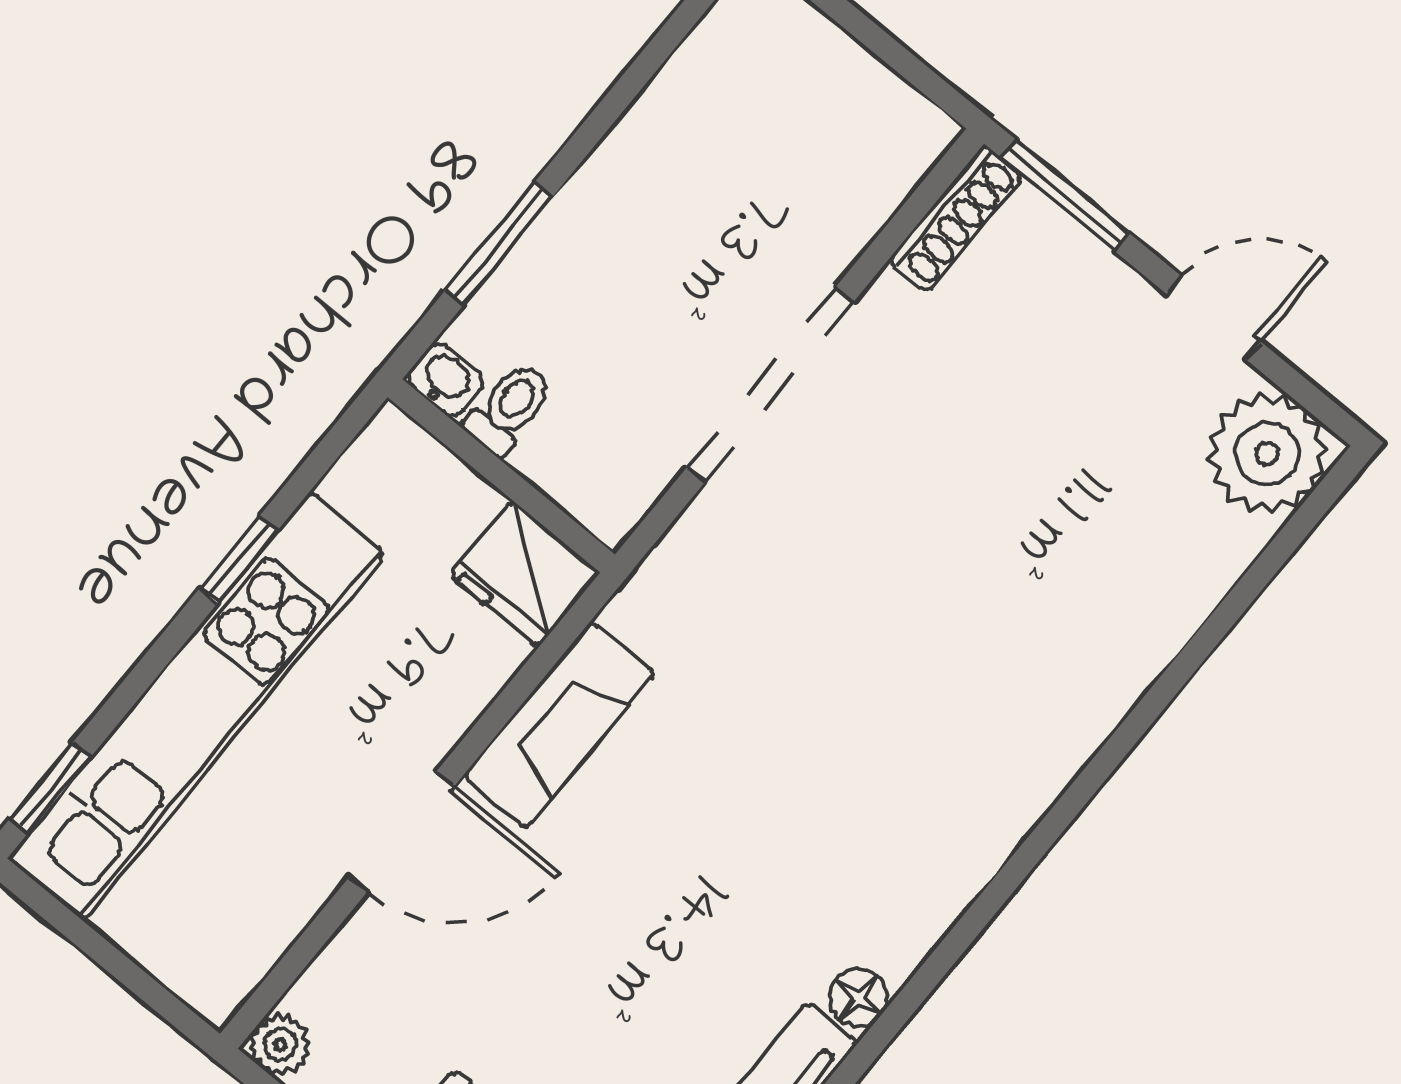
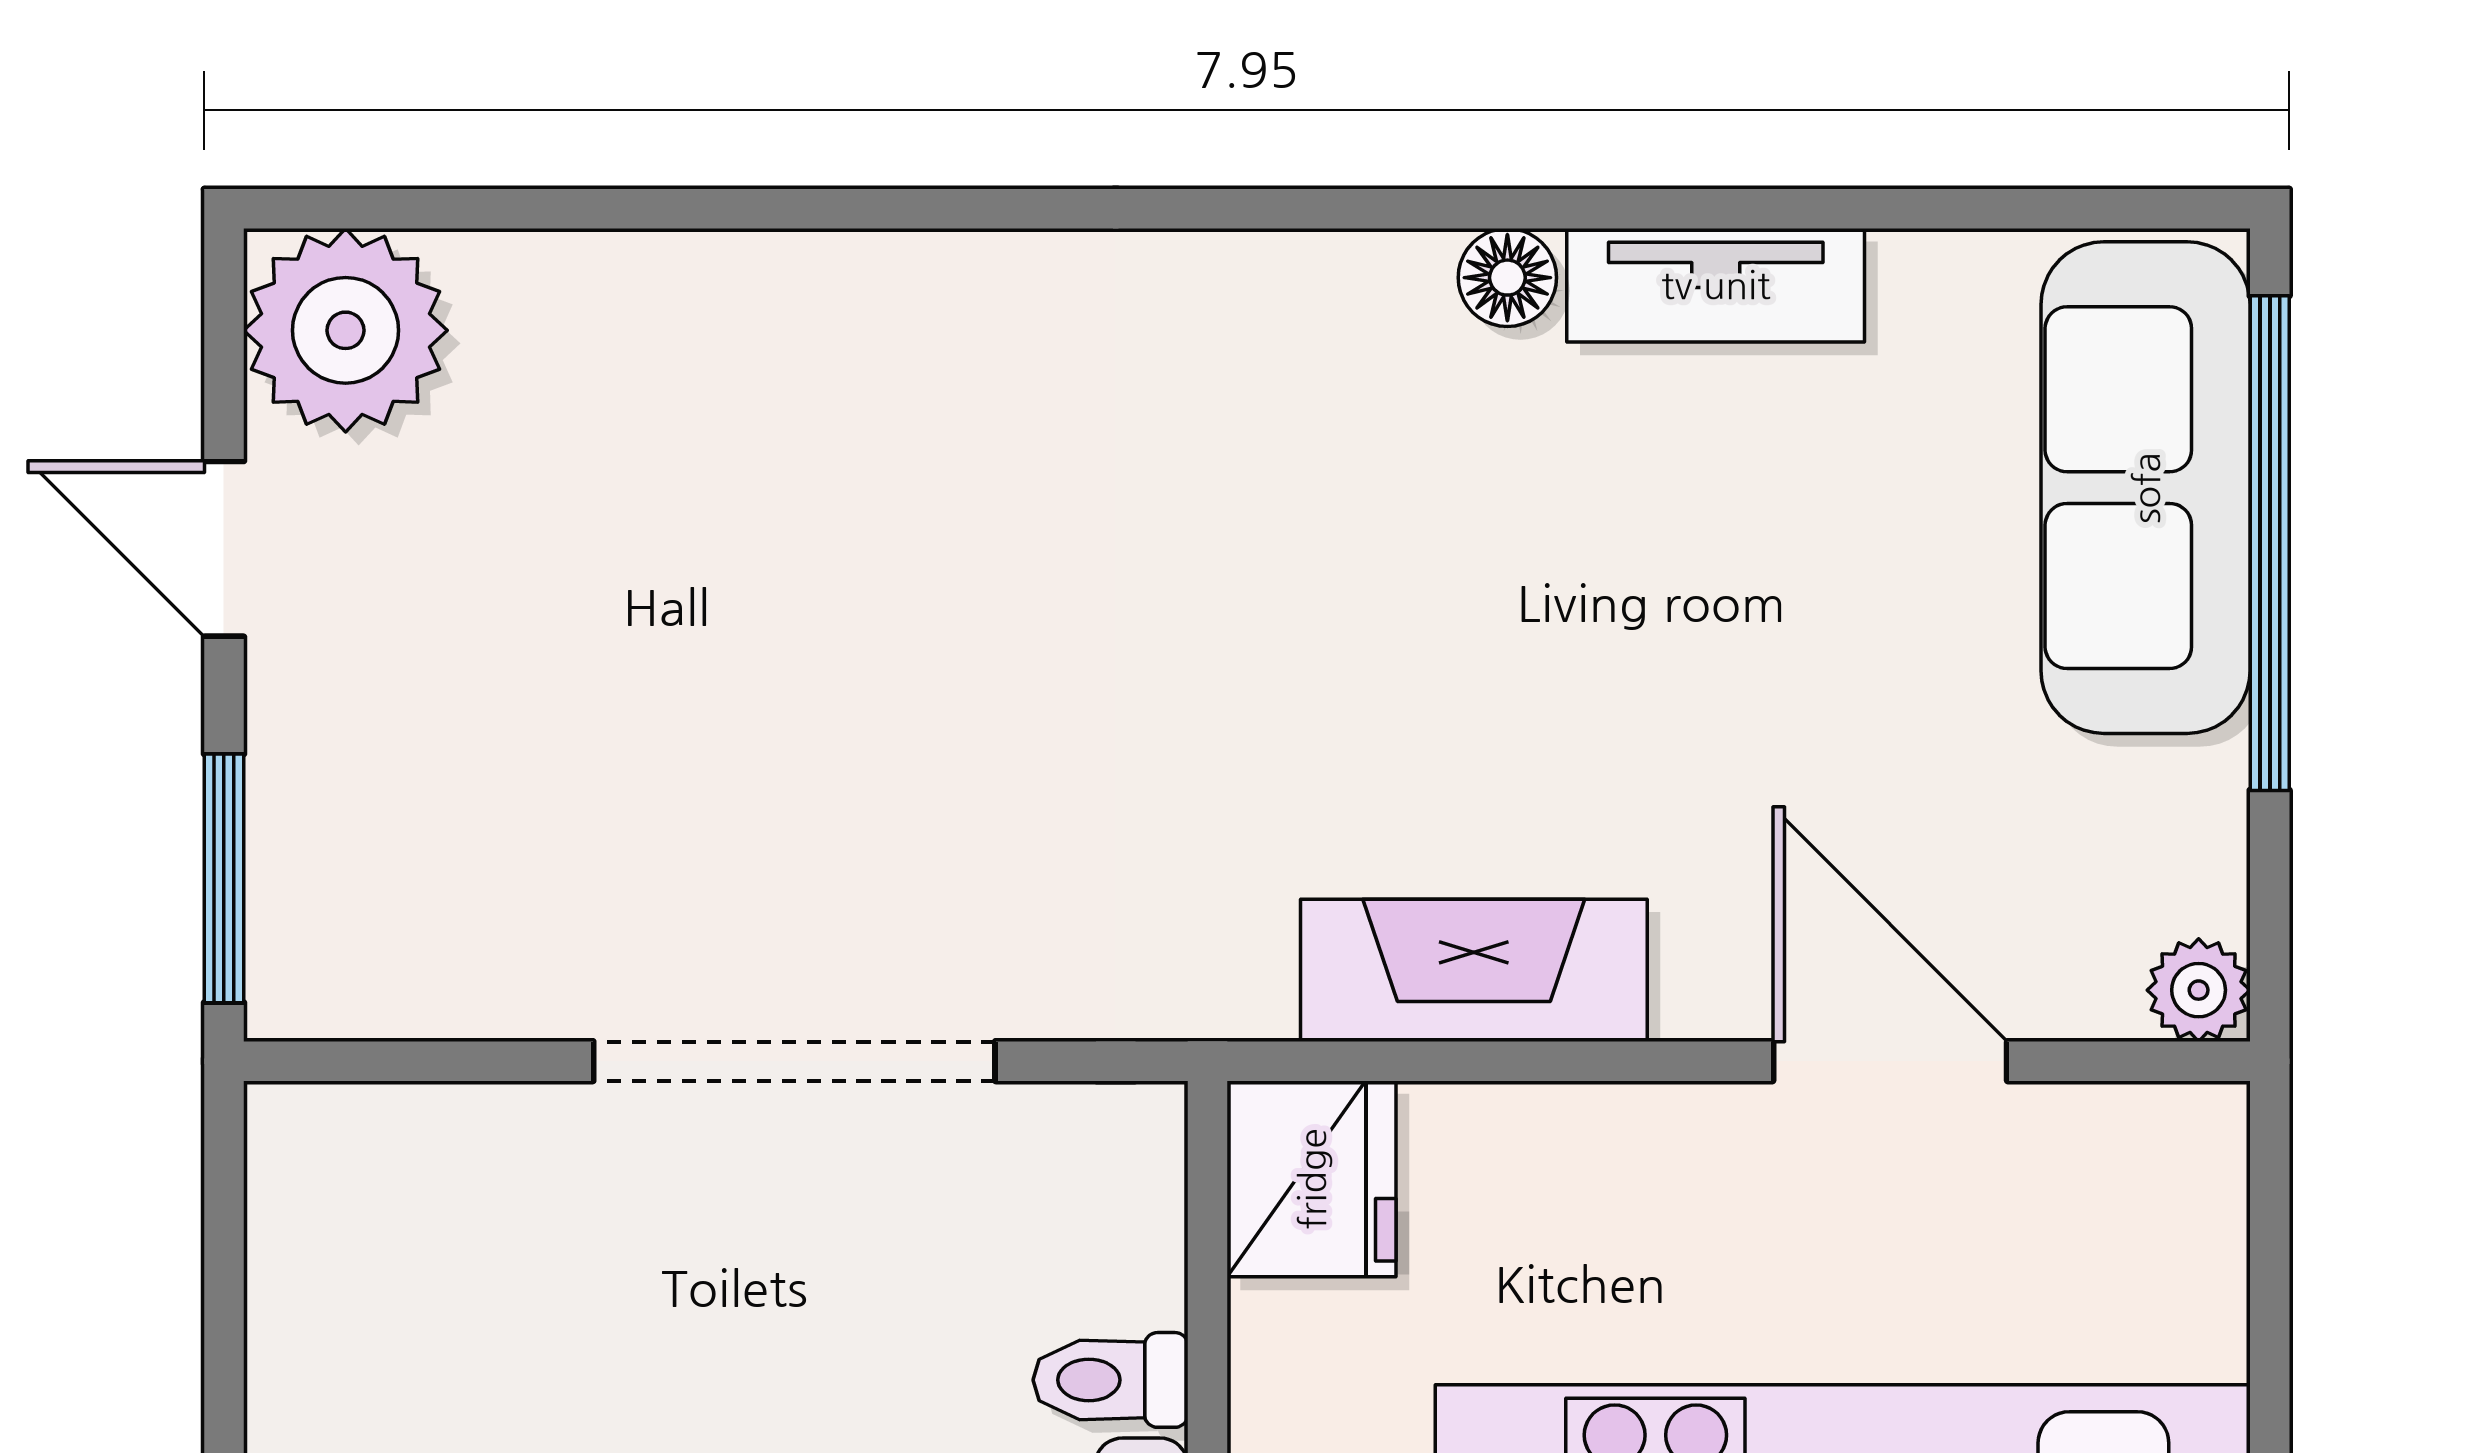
shoe rack: (956, 218) -> (373, 998), removed
door: (402, 832) -> (1890, 1061), moved

